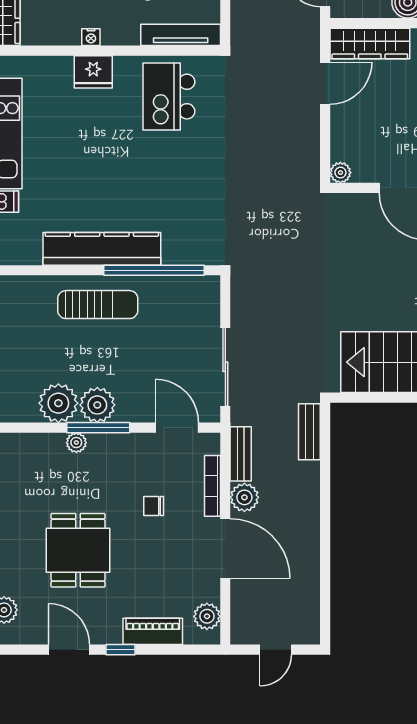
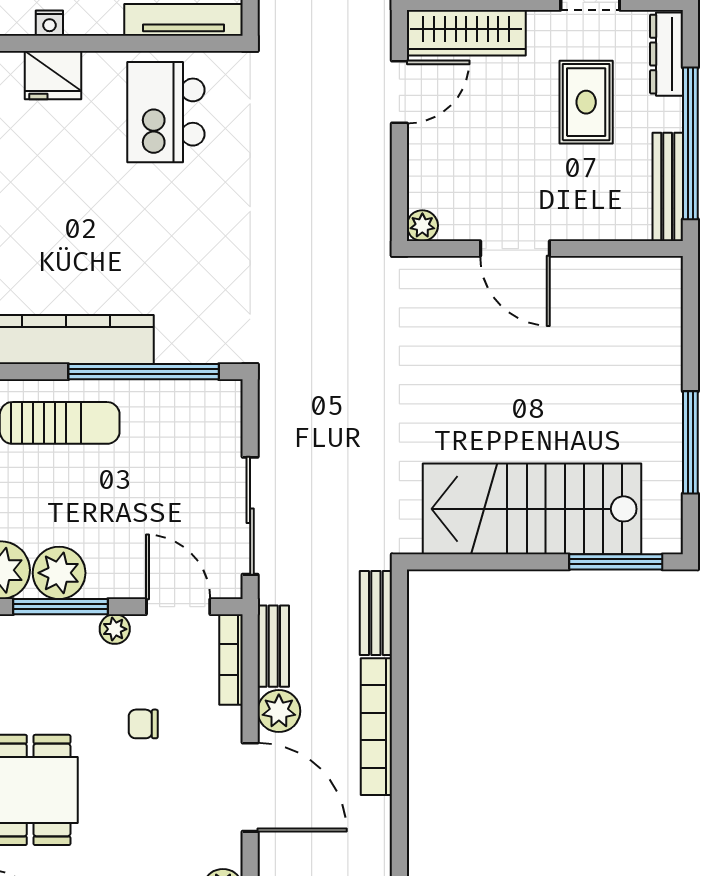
plant: (76, 443) -> (115, 629), moved
bookcase: (212, 486) -> (231, 659), moved
bookcase: (310, 508) -> (376, 727), added

